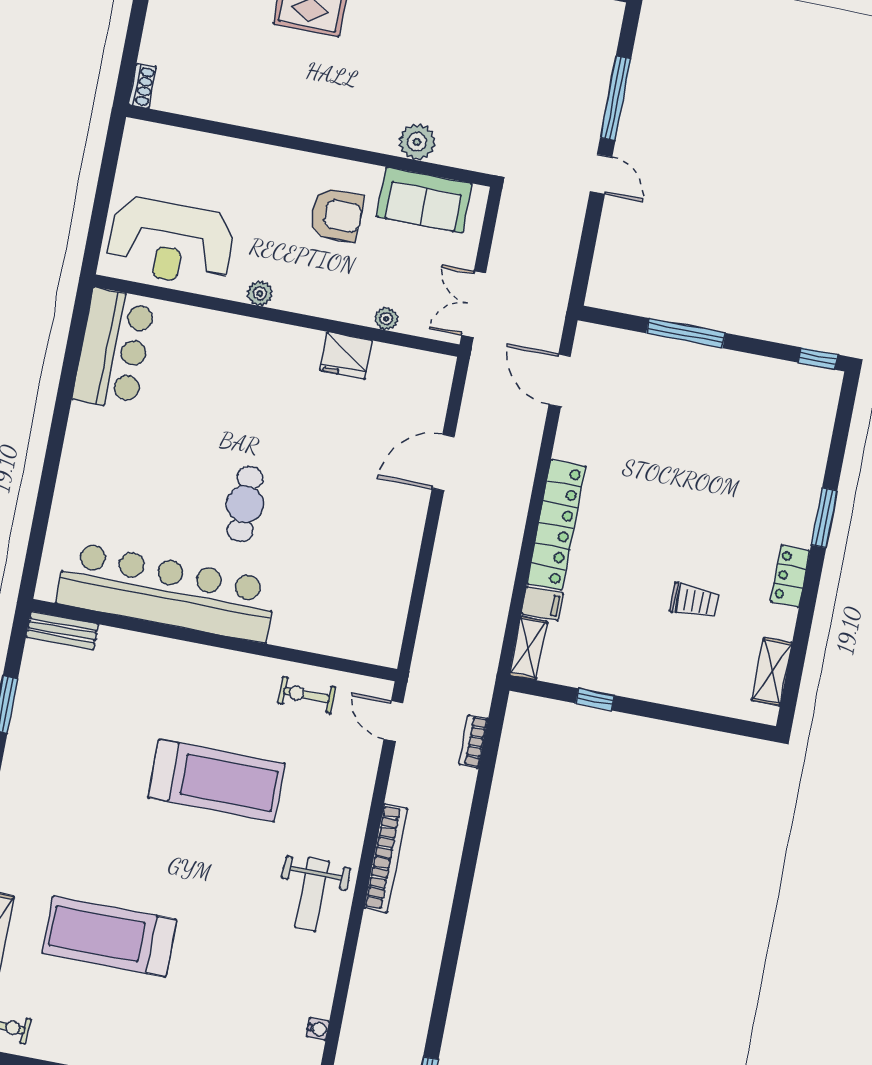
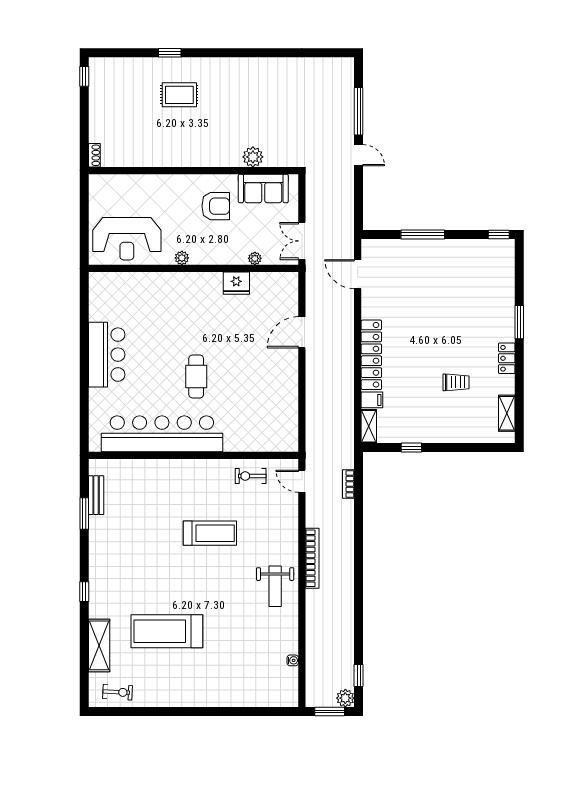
bar counter: (114, 349) -> (107, 355), moved
bench: (62, 631) -> (96, 495), moved, turned 90
treadmill: (217, 781) -> (210, 533), width x0.73, depth x0.73

